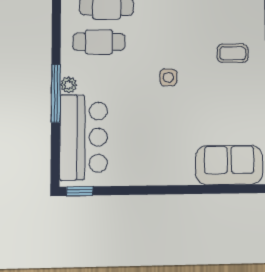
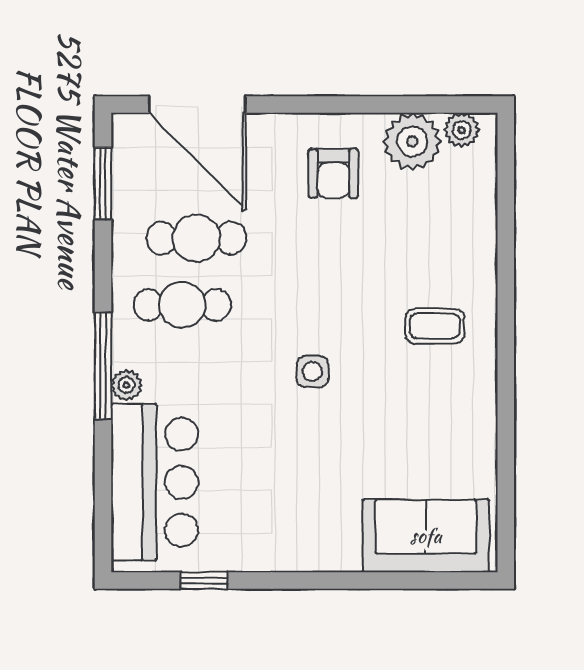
window: (56, 94) -> (103, 366), moved
window: (80, 191) -> (204, 581), moved

